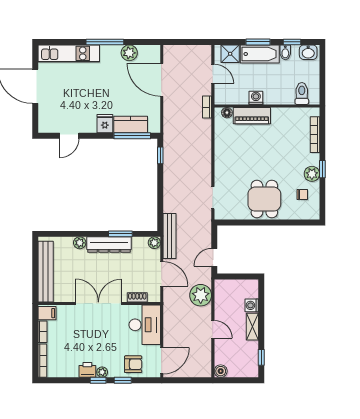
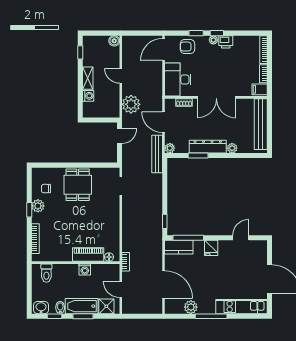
kitchen counter: (131, 125) -> (179, 247), moved

